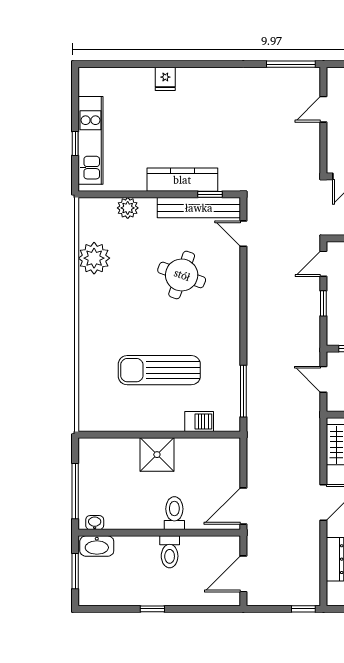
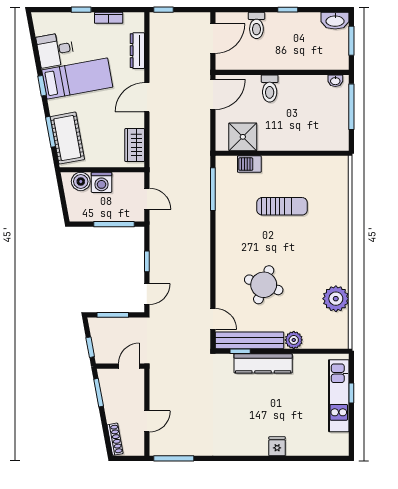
plant: (128, 208) -> (294, 340), moved
sun lounger: (159, 370) -> (282, 206), width x0.73, depth x0.75
shower: (157, 455) -> (243, 137), moved
washbasin: (97, 546) -> (335, 21), moved, turned 180
toilet: (170, 552) -> (256, 25), moved, turned 180

